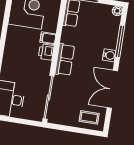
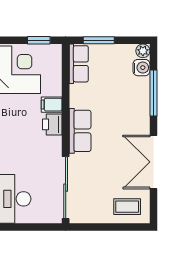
water cooler: (109, 55) -> (141, 68), moved

